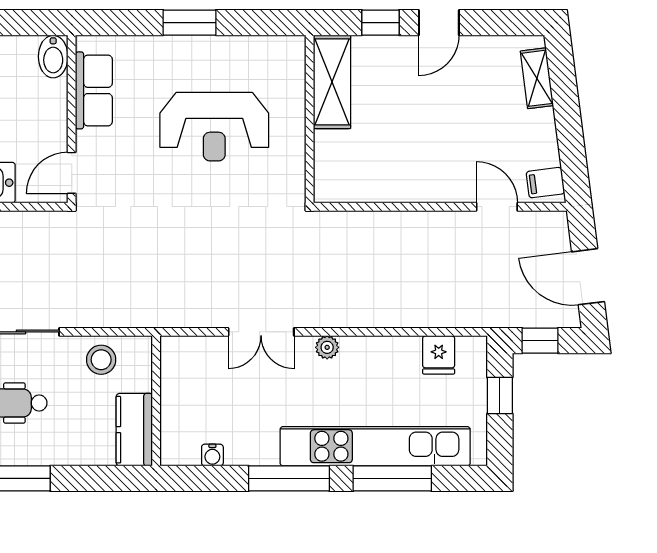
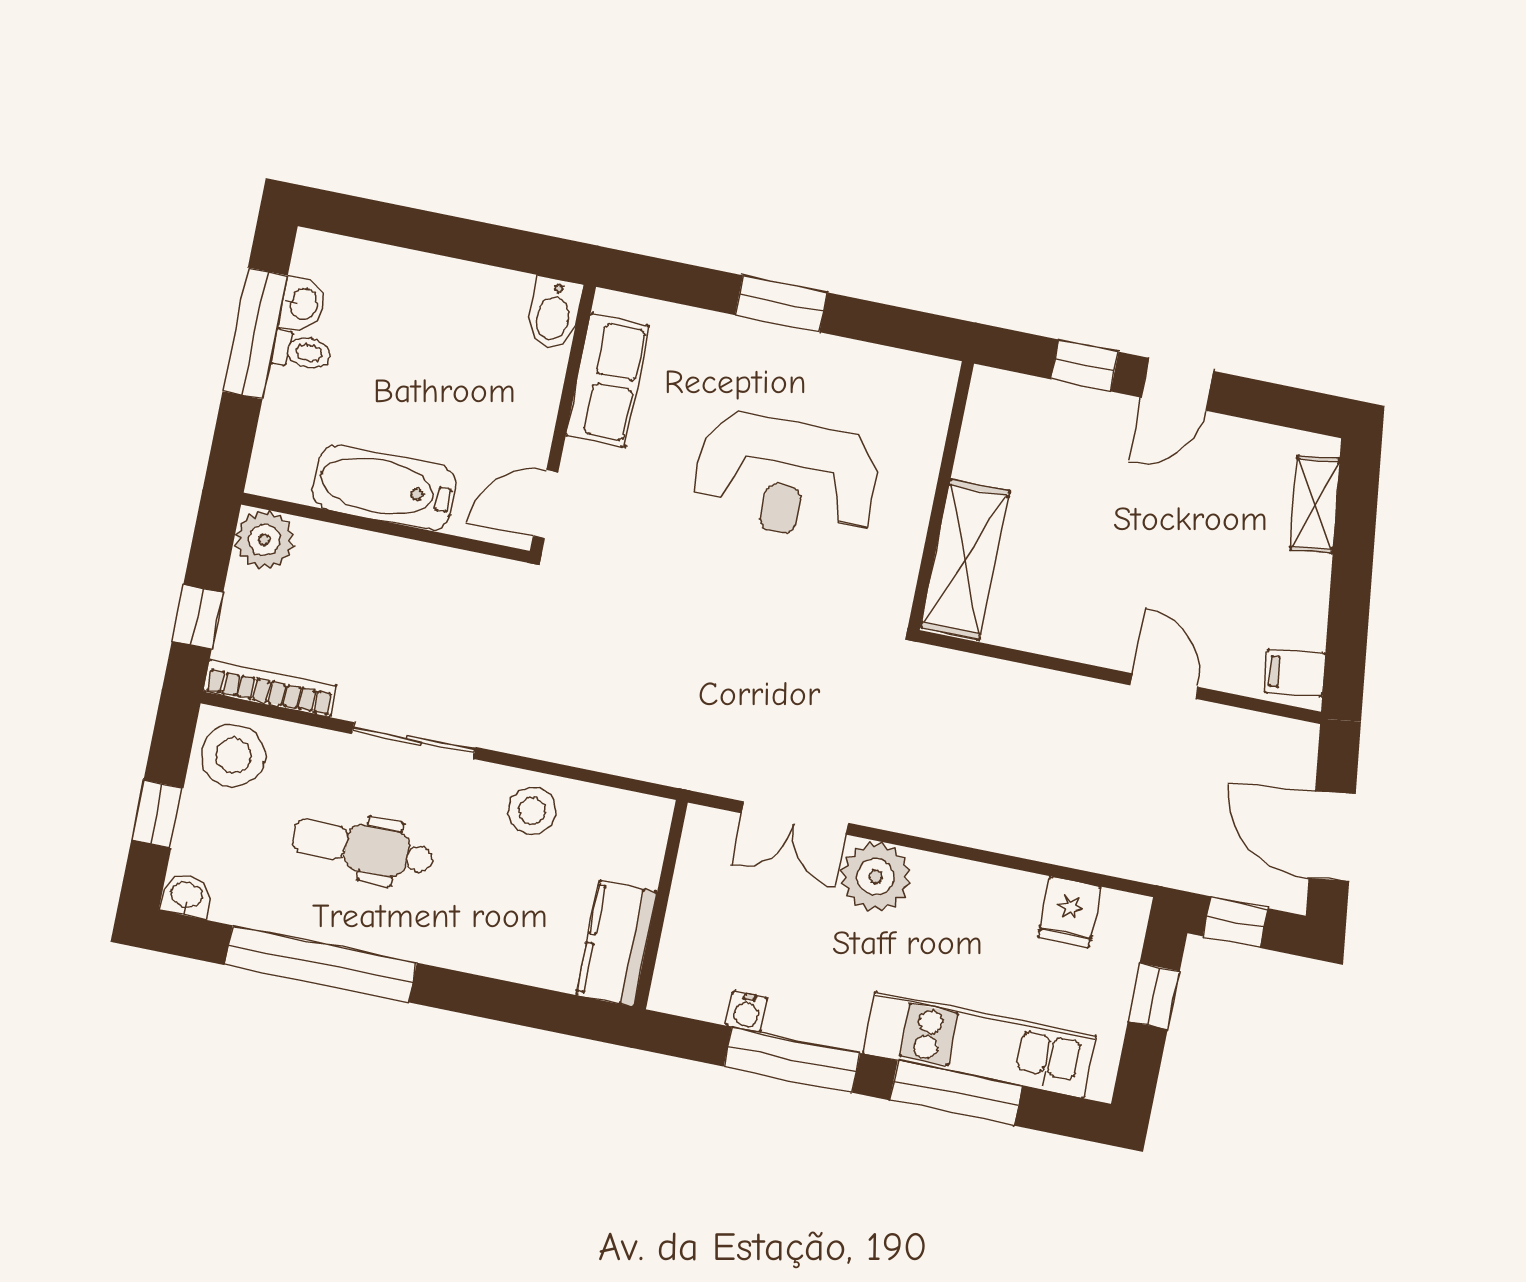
shelving: (332, 82) -> (965, 559), moved
door: (497, 207) -> (1164, 686), moved
plant: (327, 347) -> (875, 877), width x1.88, depth x1.88
wall: (156, 401) -> (661, 905), moved
kitchen counter: (134, 430) -> (617, 943), moved
kitchen unit: (375, 446) -> (979, 1045), width x0.73
water cooler: (212, 455) -> (747, 1012), moved

